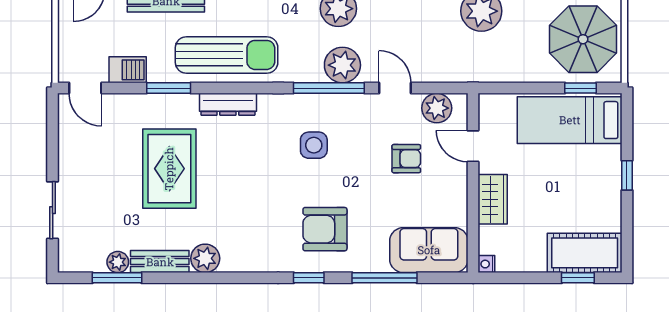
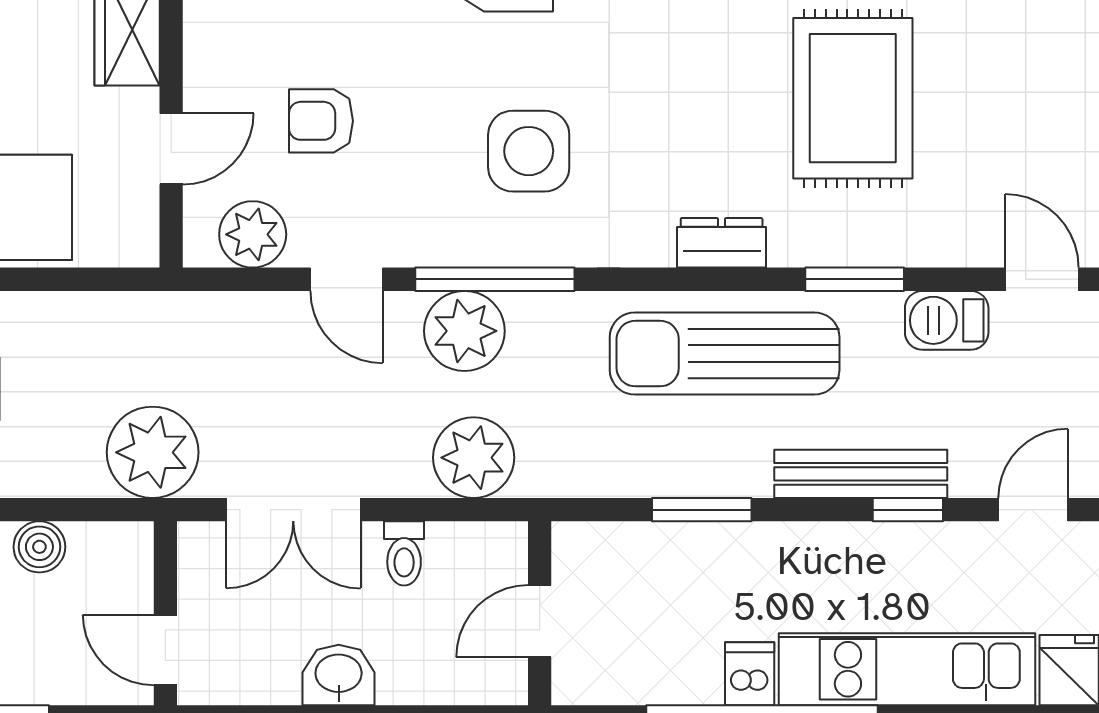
dresser: (228, 104) -> (722, 243), width x0.70
side table: (314, 145) -> (529, 151), width x1.37, depth x1.37
door: (473, 146) -> (171, 149), hinge flipped

